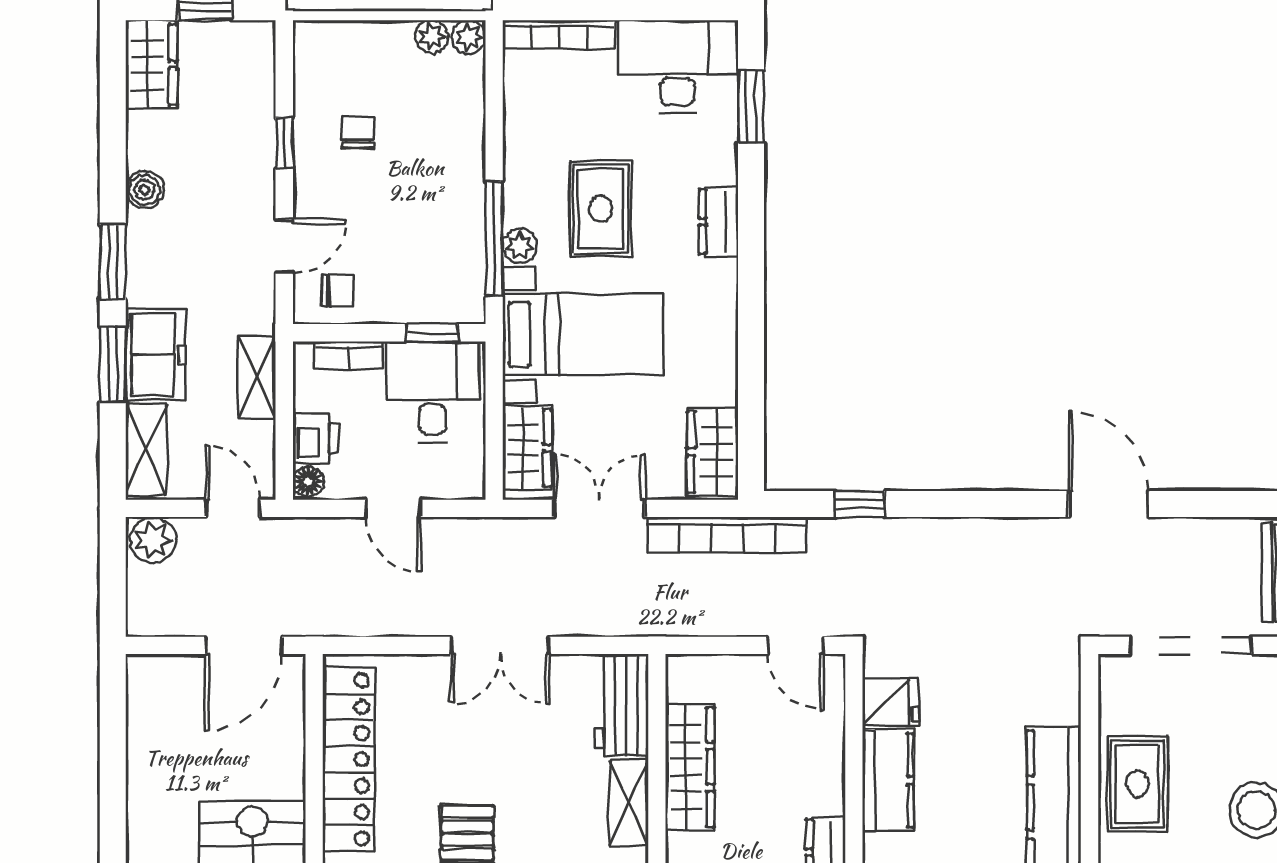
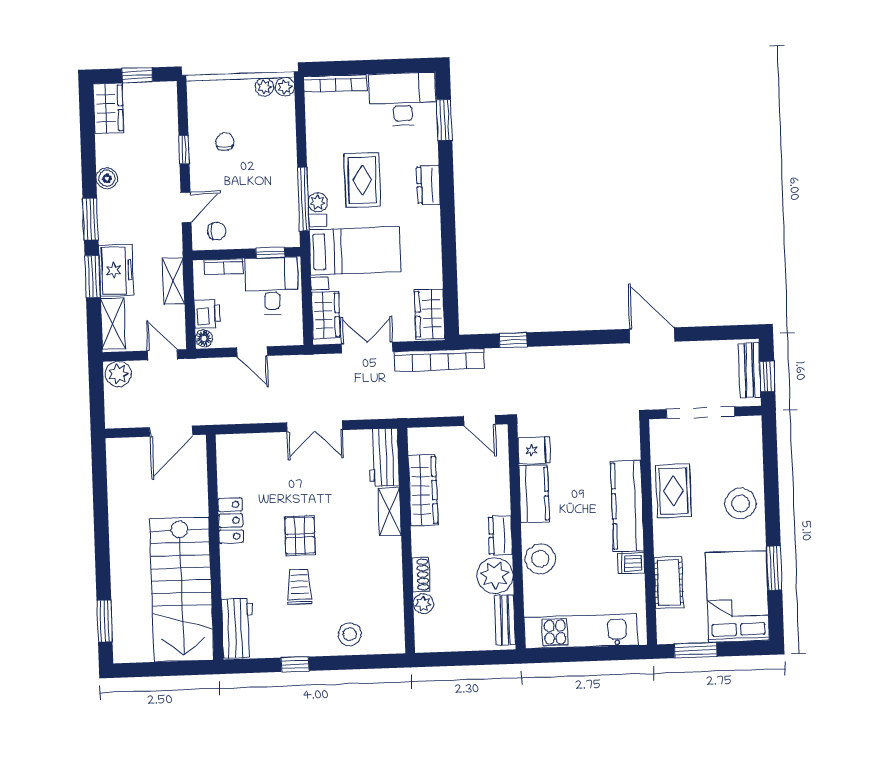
locker: (349, 759) -> (231, 521), width x0.46, depth x0.83

